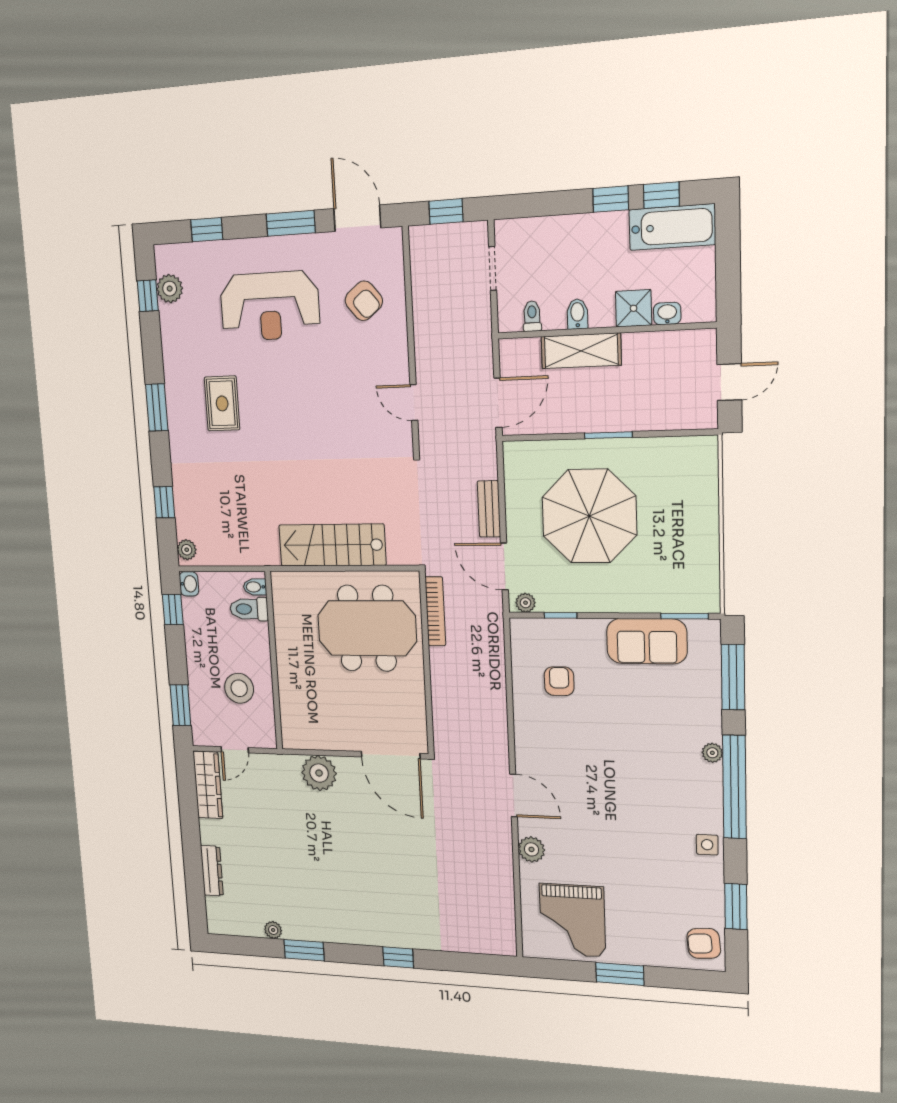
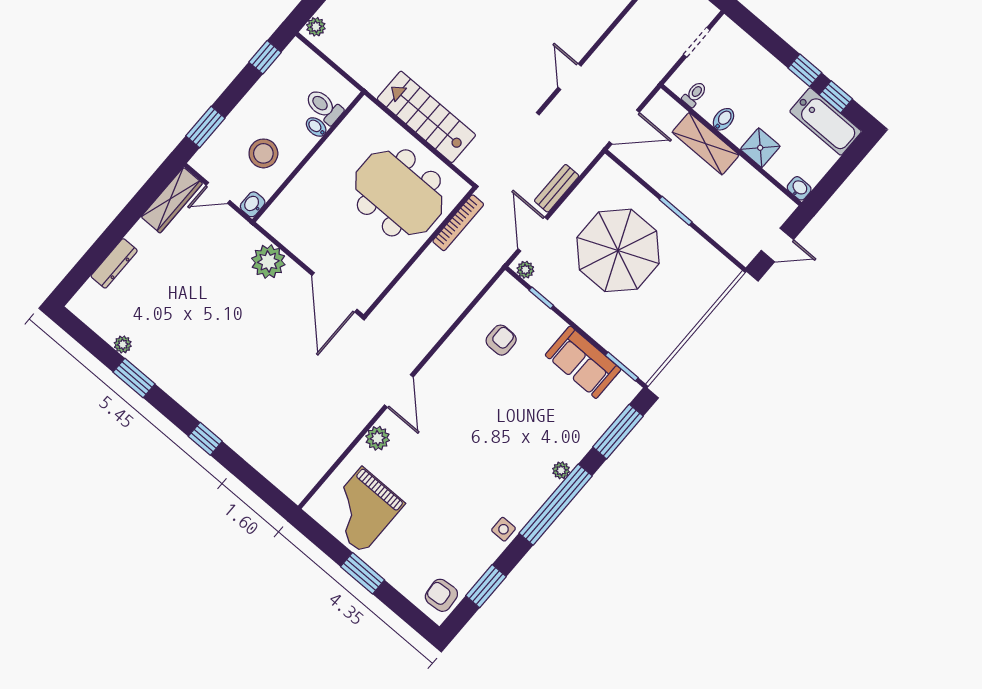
washbasin: (667, 314) -> (799, 188), moved
washbasin: (189, 584) -> (253, 204), moved, turned 180
bidet: (255, 587) -> (316, 127), moved

